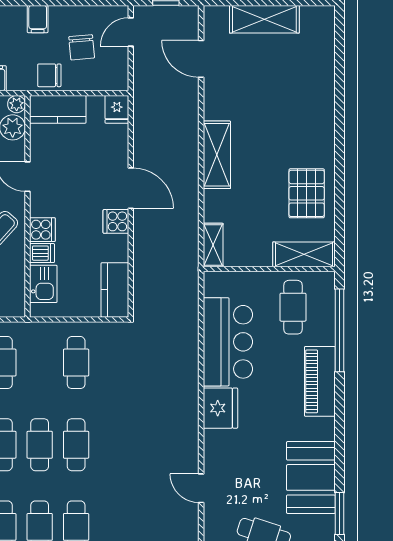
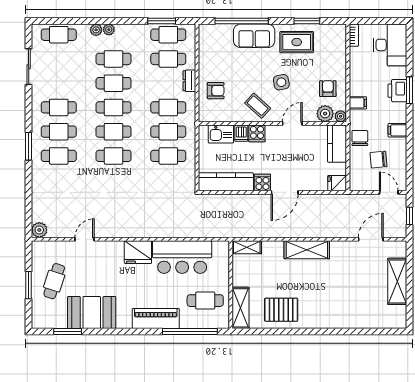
kitchen counter: (115, 290) -> (226, 182), width x1.50
cafe table: (40, 363) -> (168, 132), added

